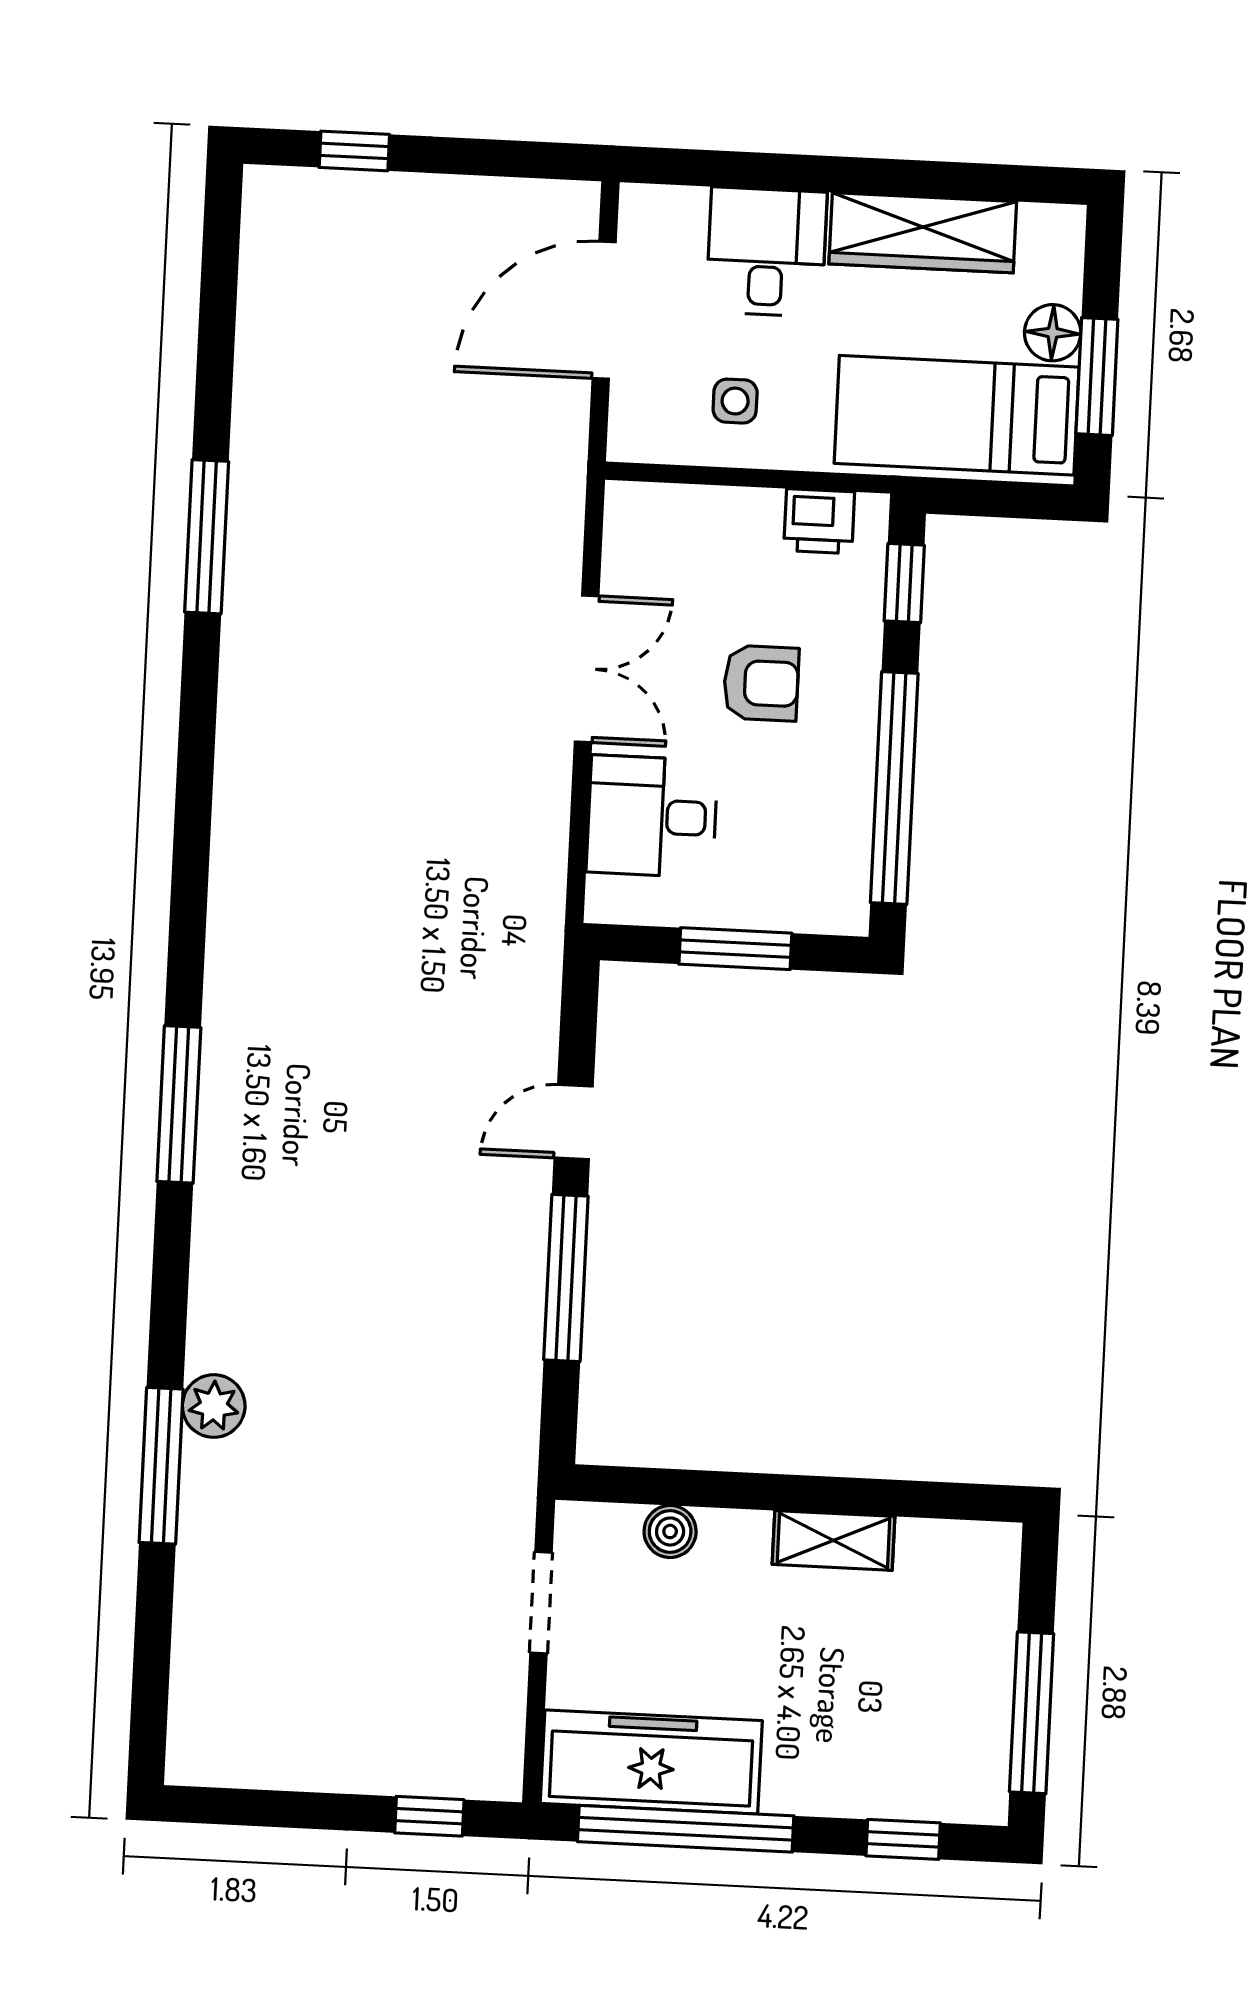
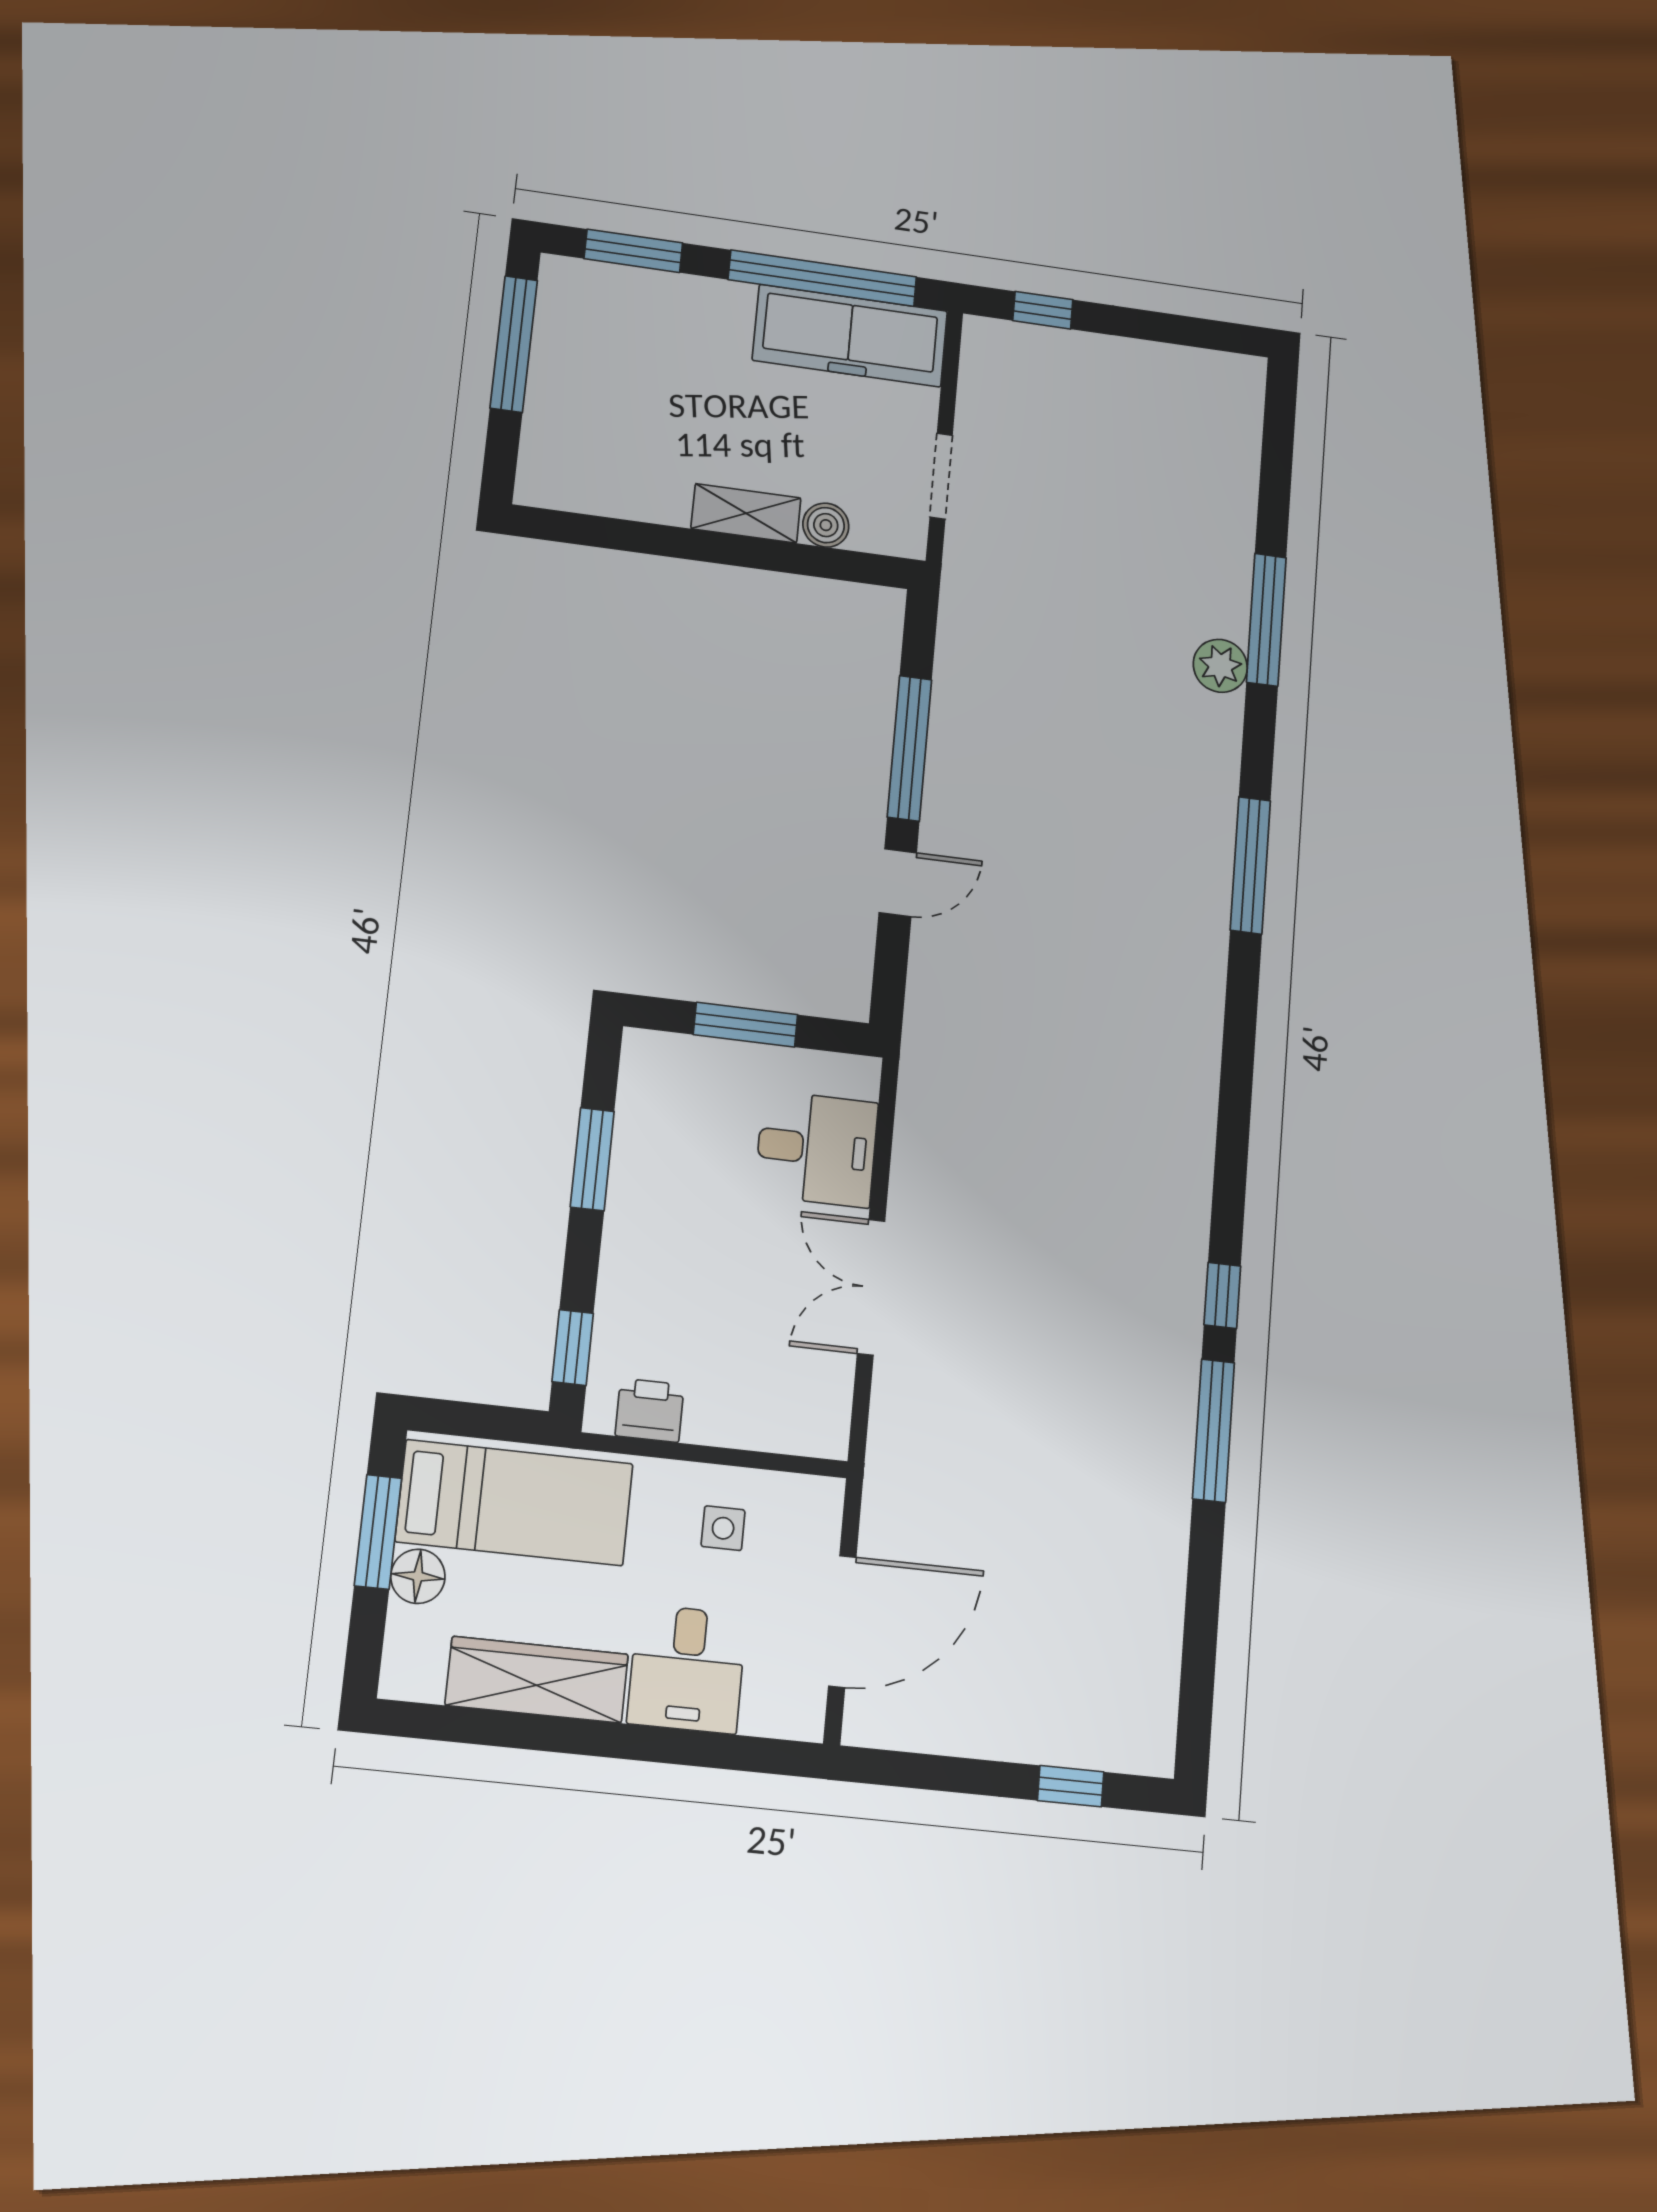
armchair: (761, 683) -> (711, 1264), removed
window: (199, 685) -> (1222, 1295), added
window: (894, 788) -> (592, 1159), width x0.47
window: (179, 1104) -> (1250, 865), moved
shelving: (834, 1540) -> (746, 513), moved
window: (903, 1839) -> (633, 251), width x1.50

